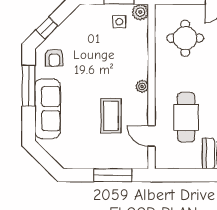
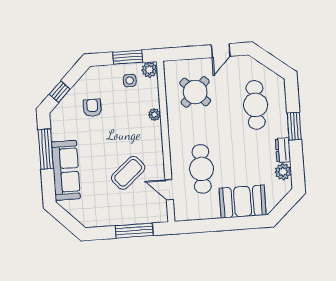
round table: (185, 38) -> (195, 92), turned 45
armchair: (54, 58) -> (92, 108), moved, turned 180
plant: (142, 86) -> (155, 115), moved
coffee table: (111, 116) -> (128, 173), turned 49

